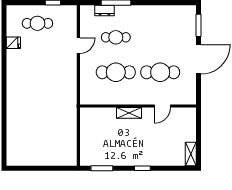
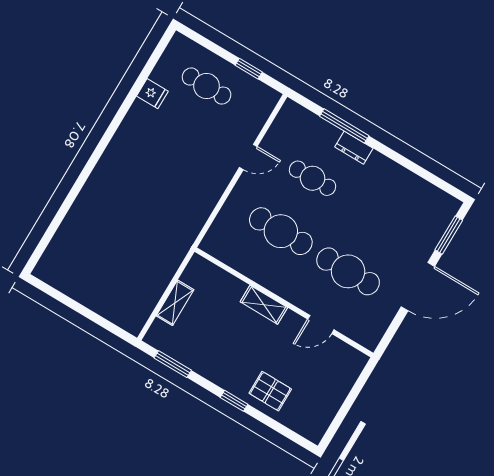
dresser: (104, 10) -> (354, 148), moved
pallet: (157, 153) -> (270, 391), added
shelving: (191, 154) -> (175, 303), moved

